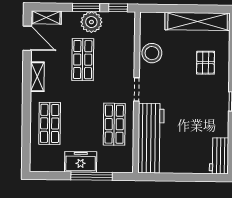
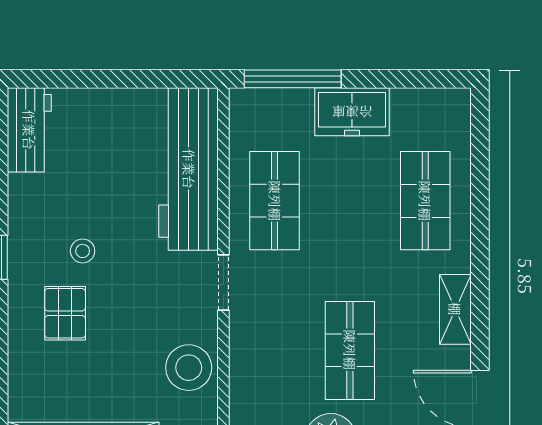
pallet: (205, 63) -> (65, 313), moved
stool: (197, 104) -> (83, 251), added
window: (92, 176) -> (293, 79), moved

